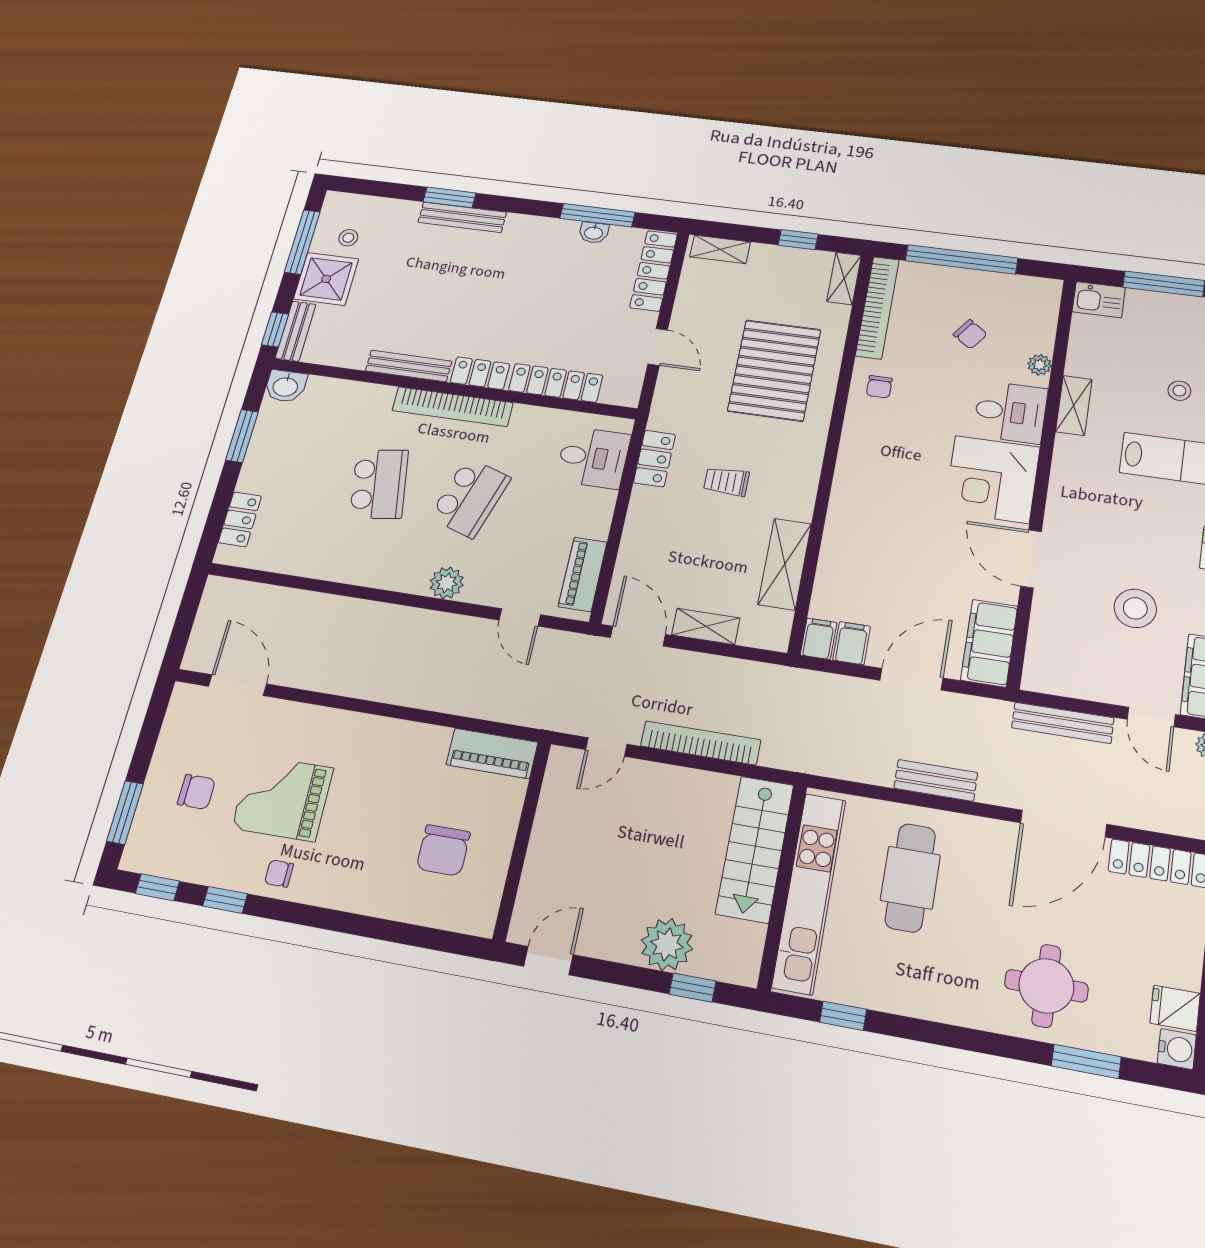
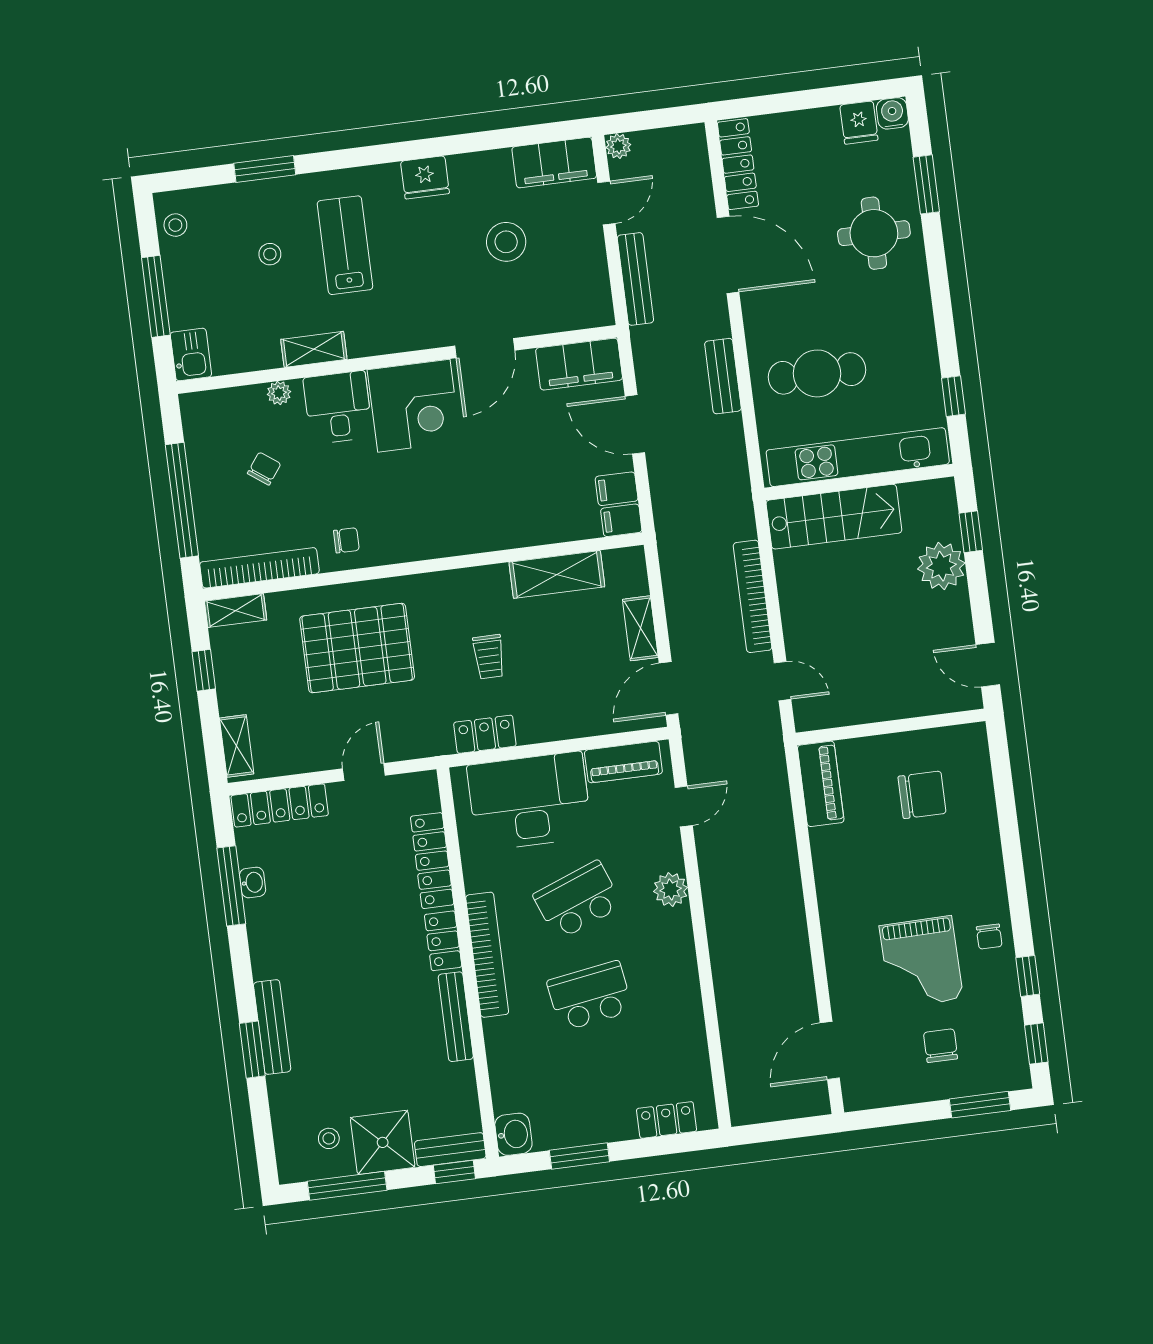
desk: (593, 458) -> (529, 801), width x1.87, depth x1.30
school desk: (470, 498) -> (578, 900), turned -39

